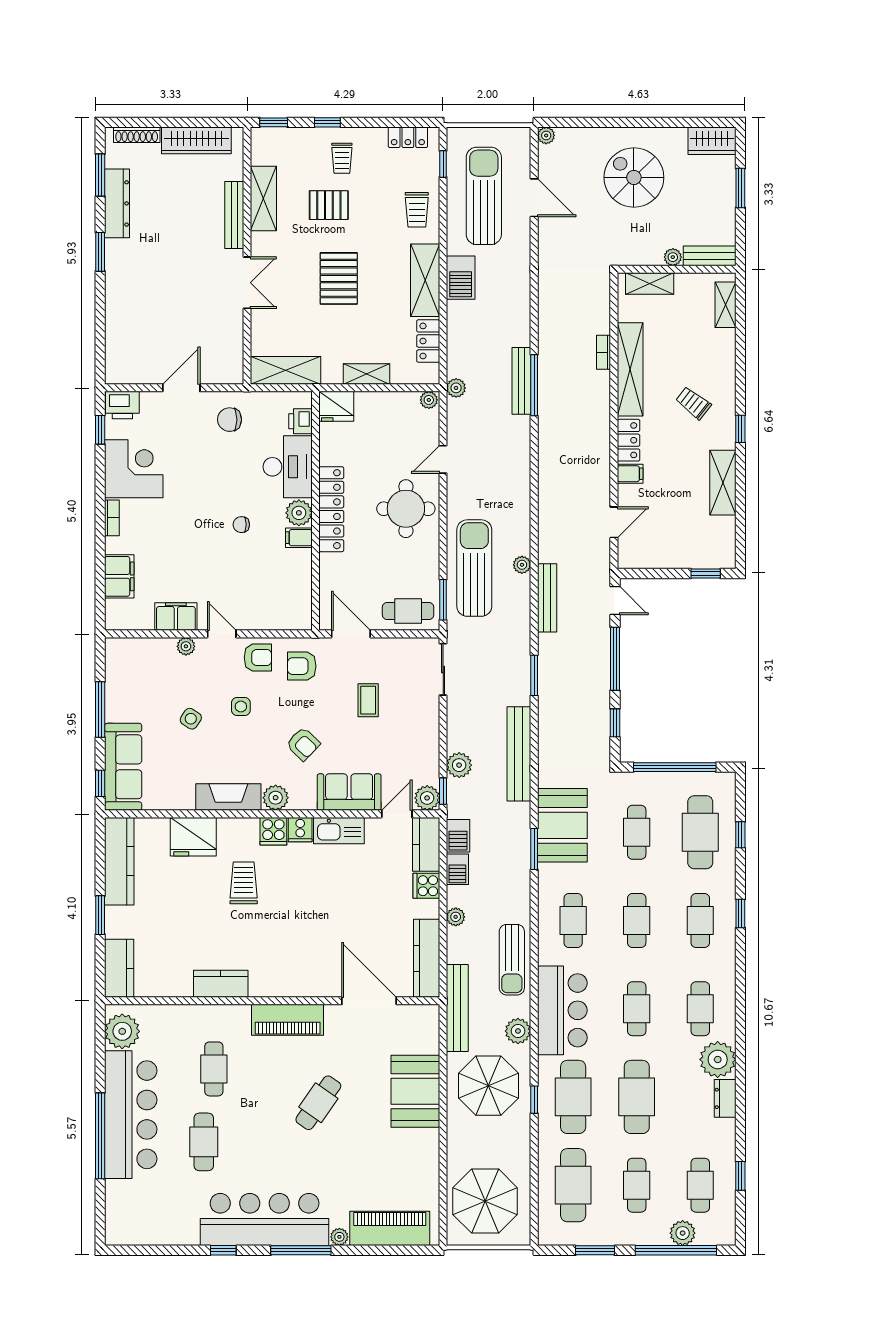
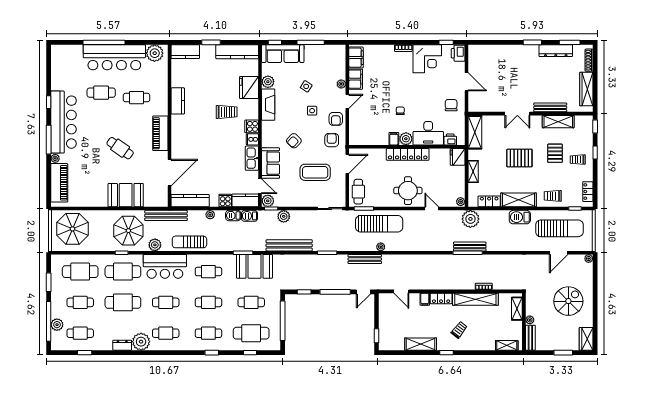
plant: (456, 388) -> (470, 219), width x1.88, depth x1.88
filing cabinet: (119, 576) -> (356, 58), moved, turned -90
coffee table: (368, 700) -> (315, 172), width x1.86, depth x1.72
plant: (276, 798) -> (268, 82), moved

